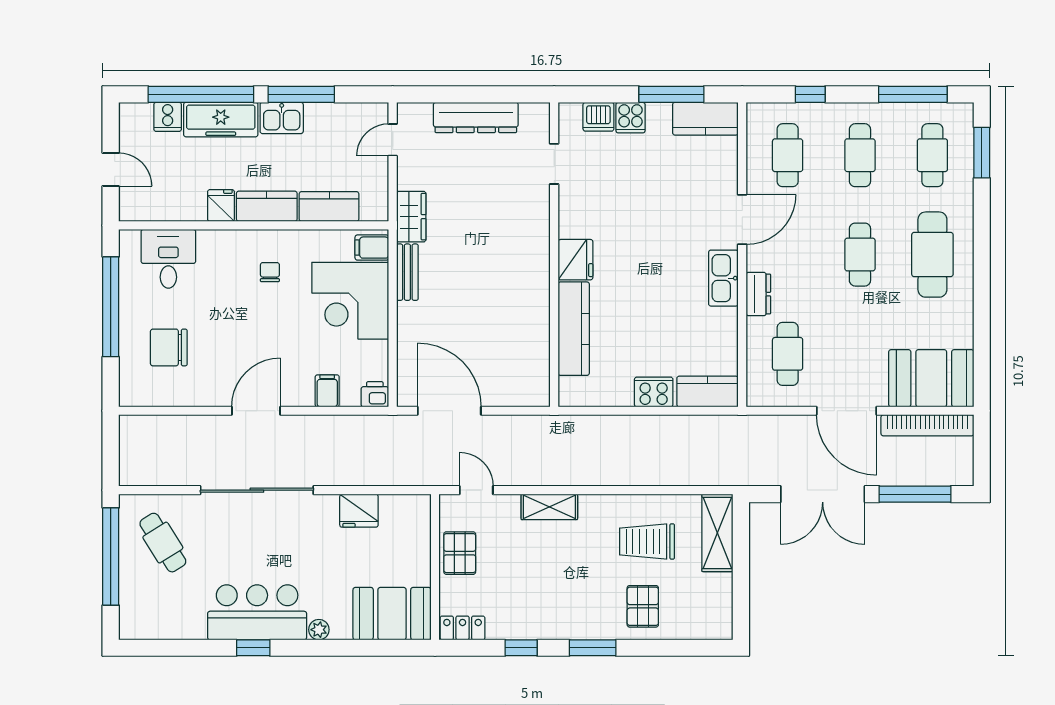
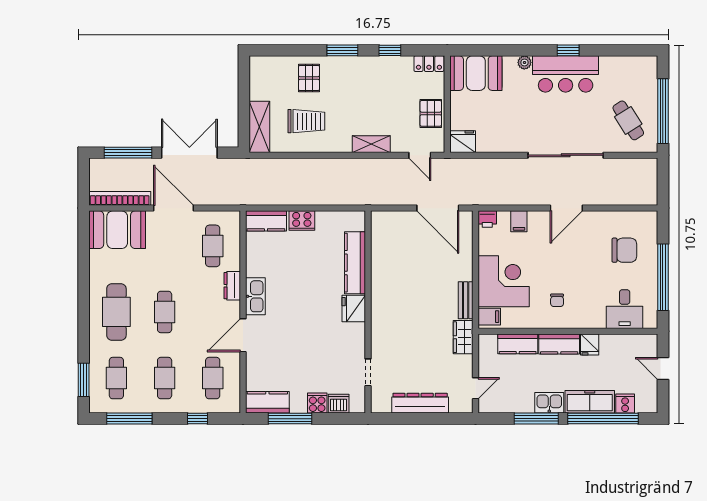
fridge: (359, 511) -> (463, 142), moved

